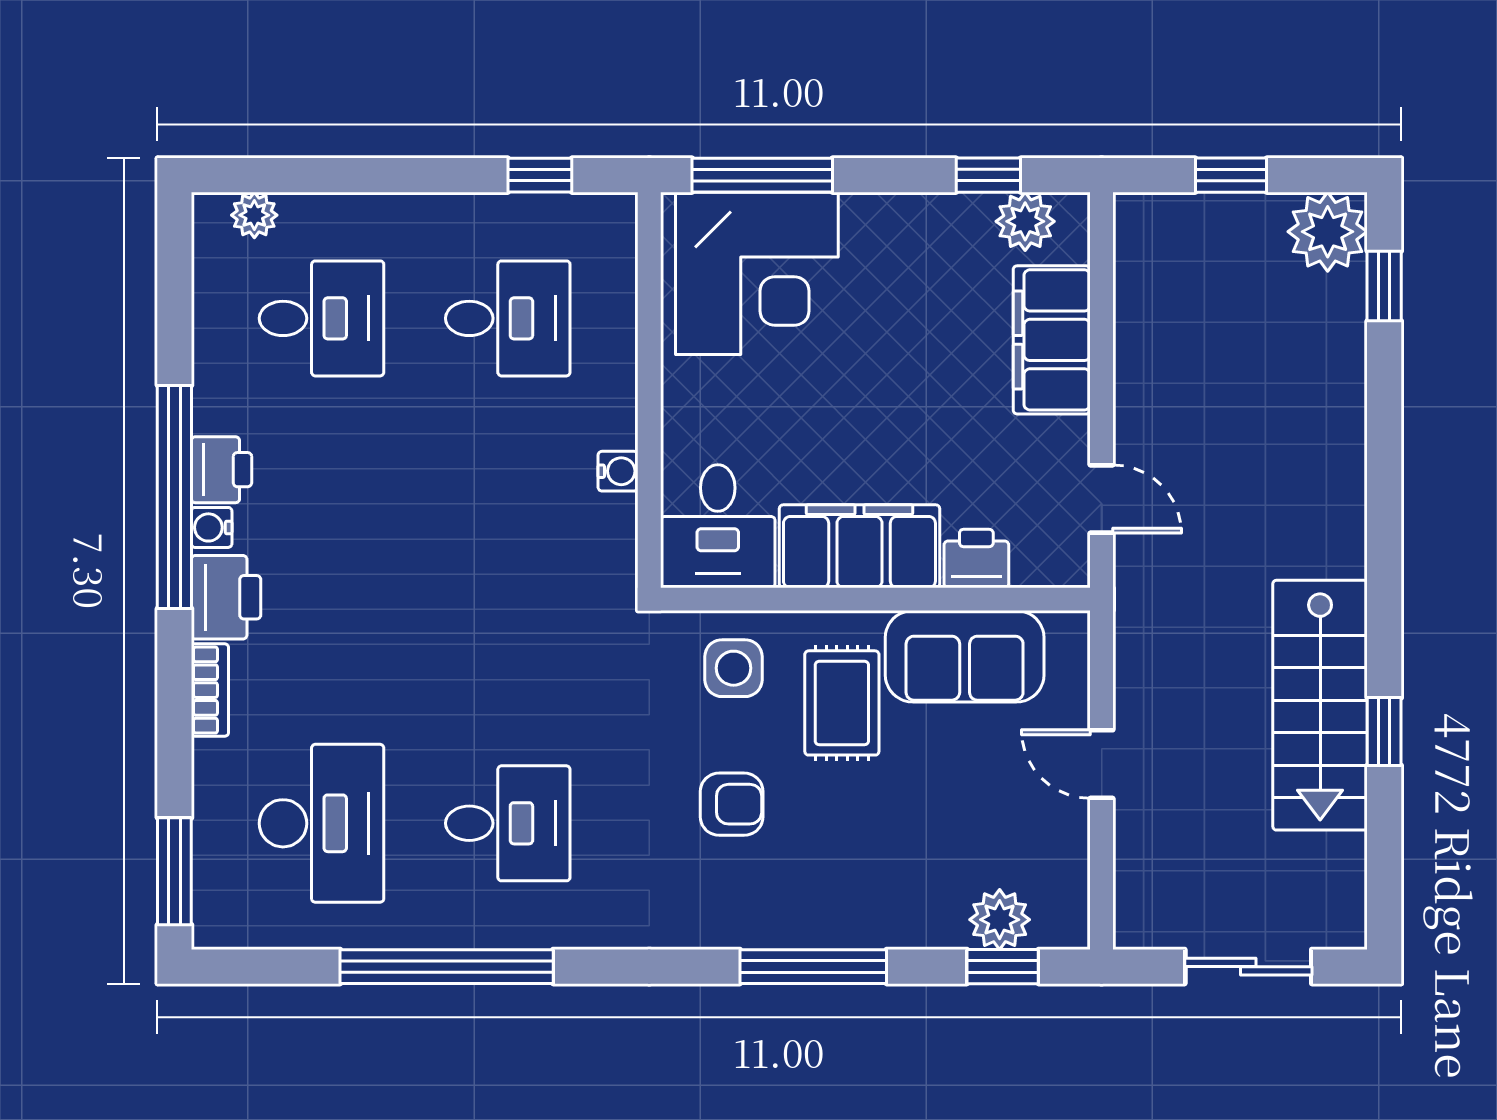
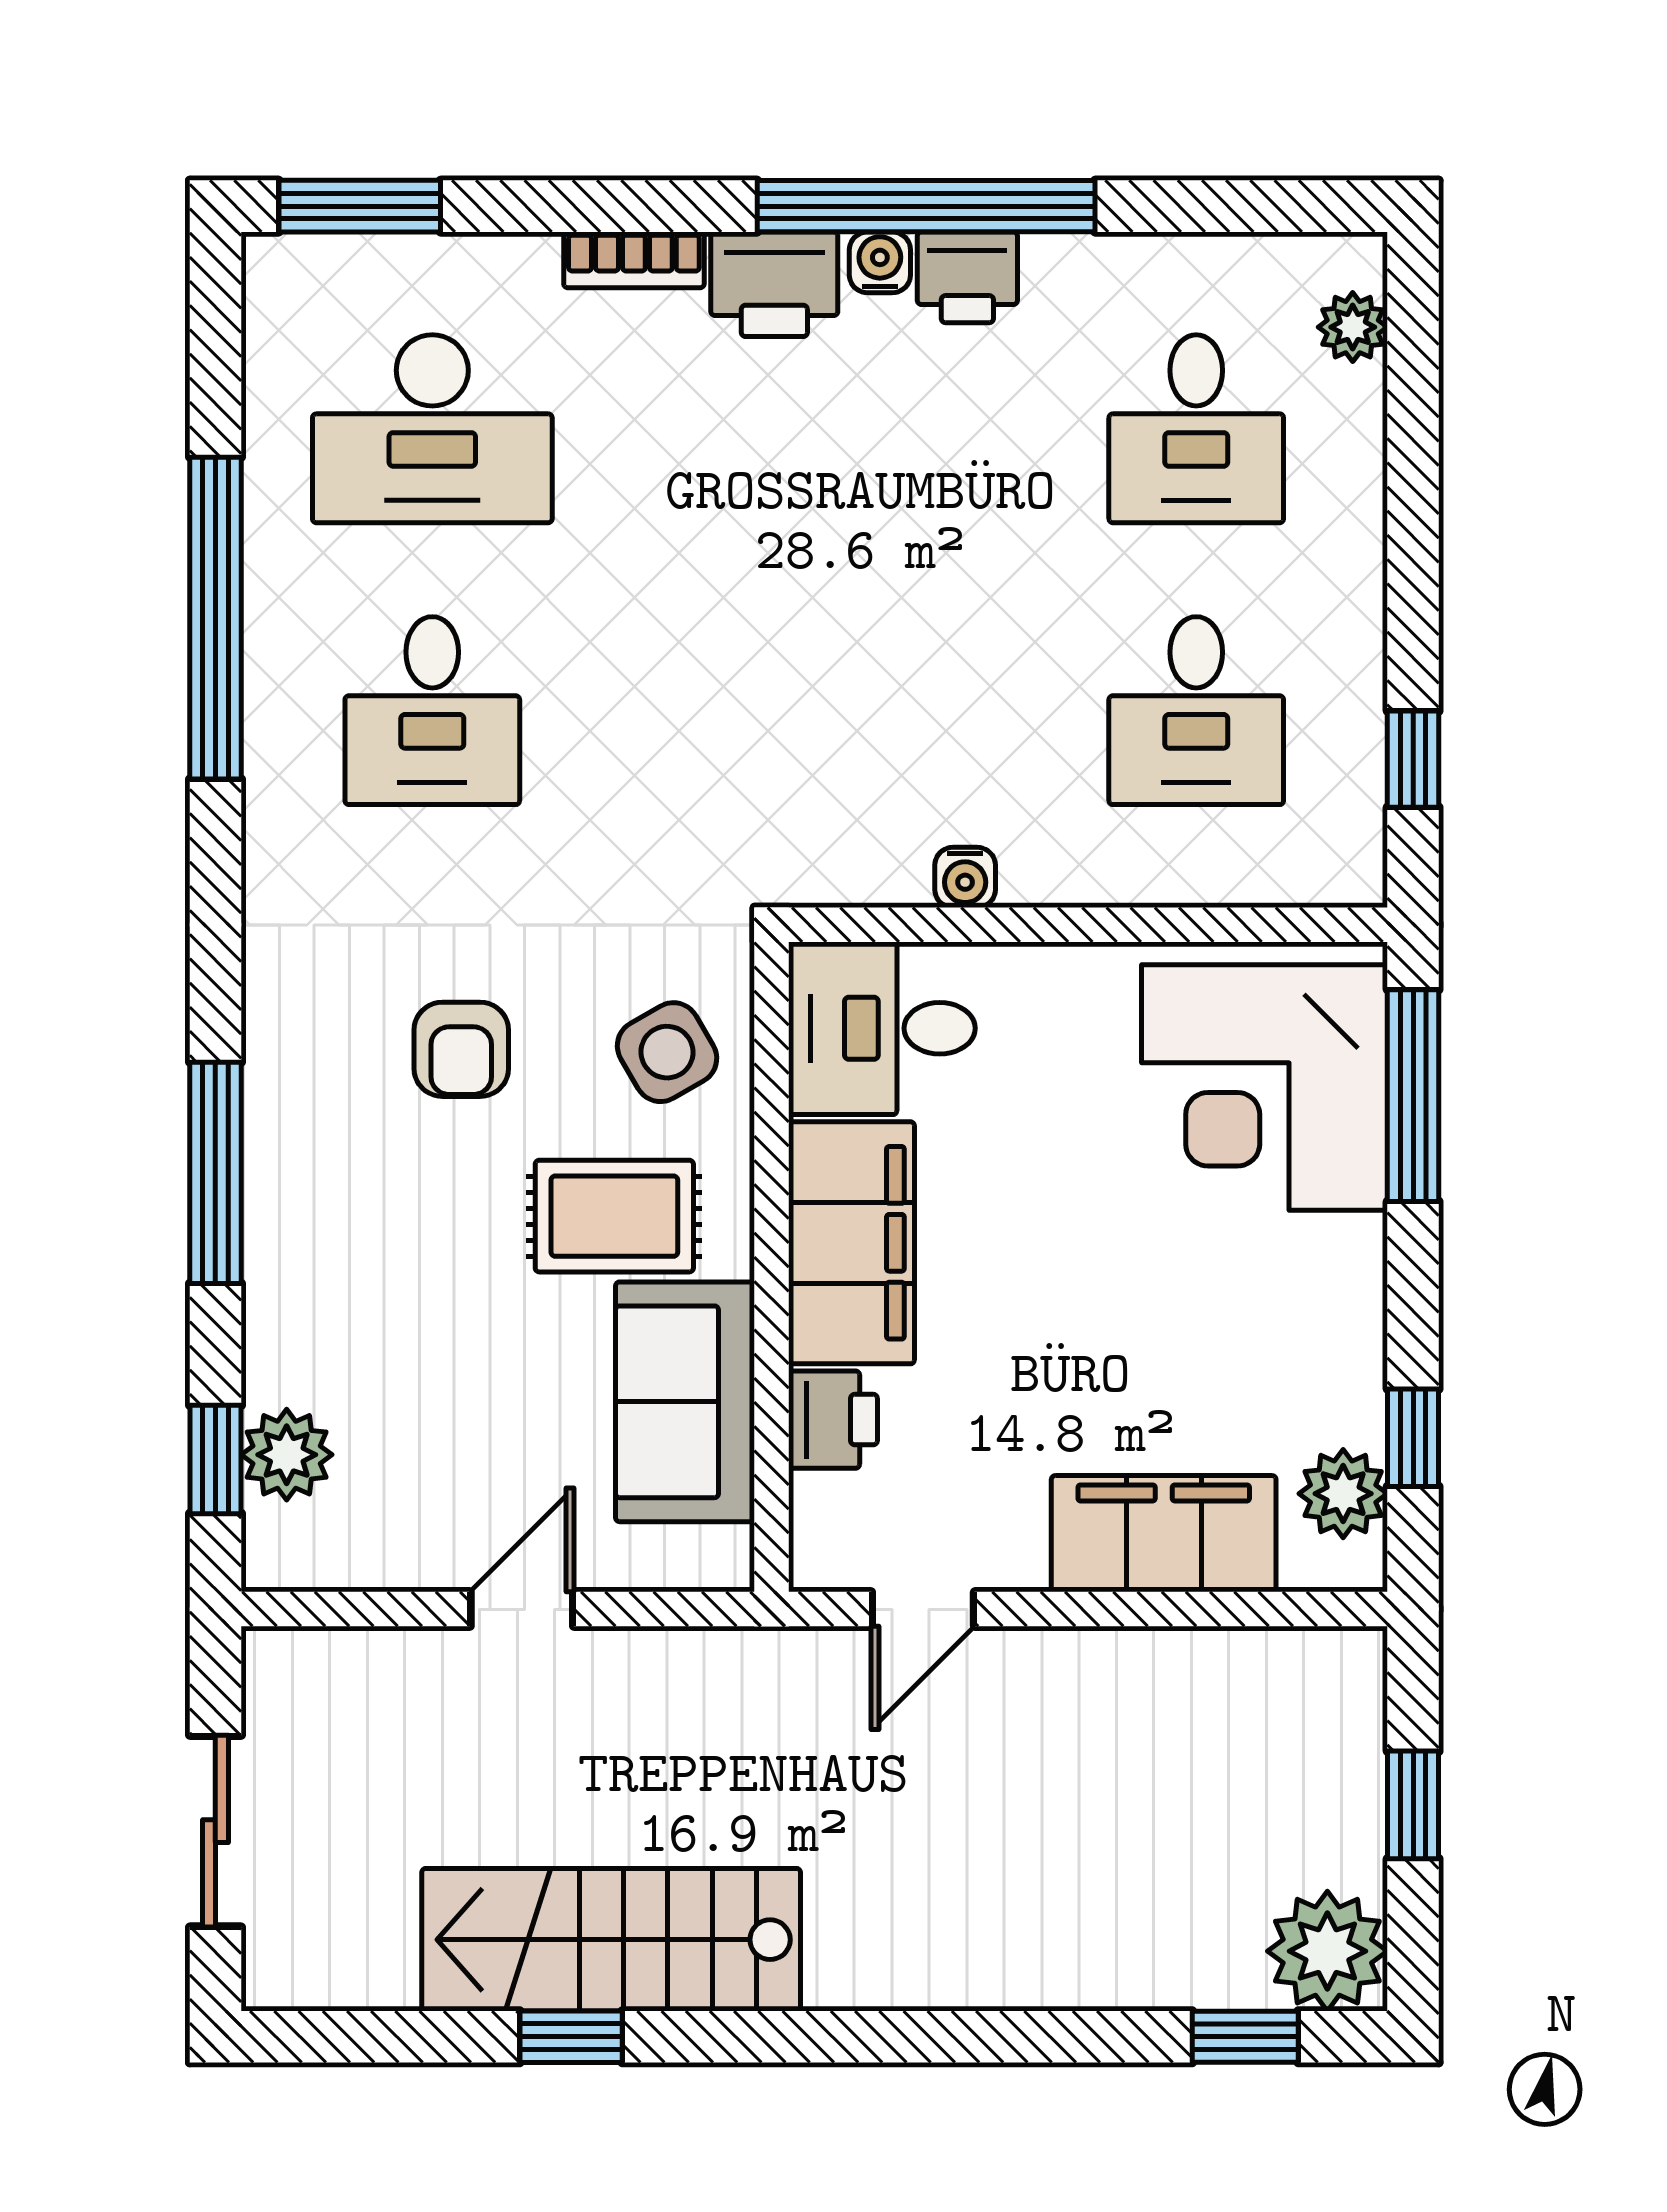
side table: (733, 668) -> (667, 1052), turned -30

